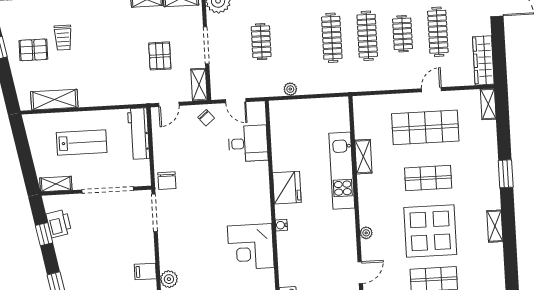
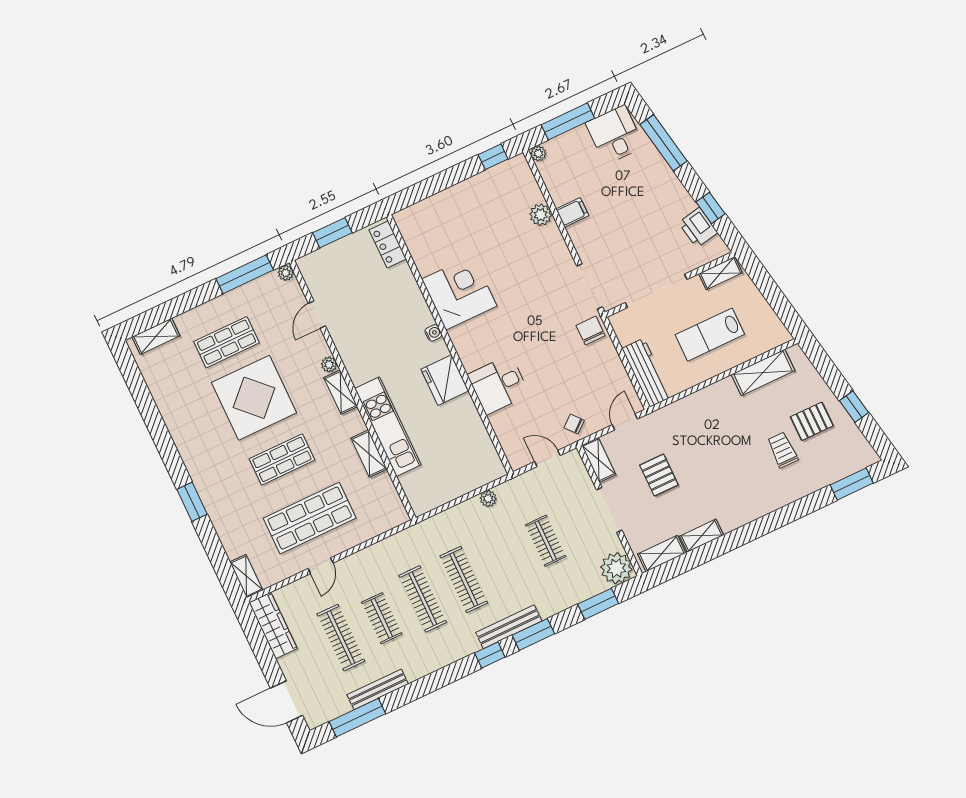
desk: (248, 143) -> (498, 385), moved
shelving: (495, 226) -> (341, 392), moved

